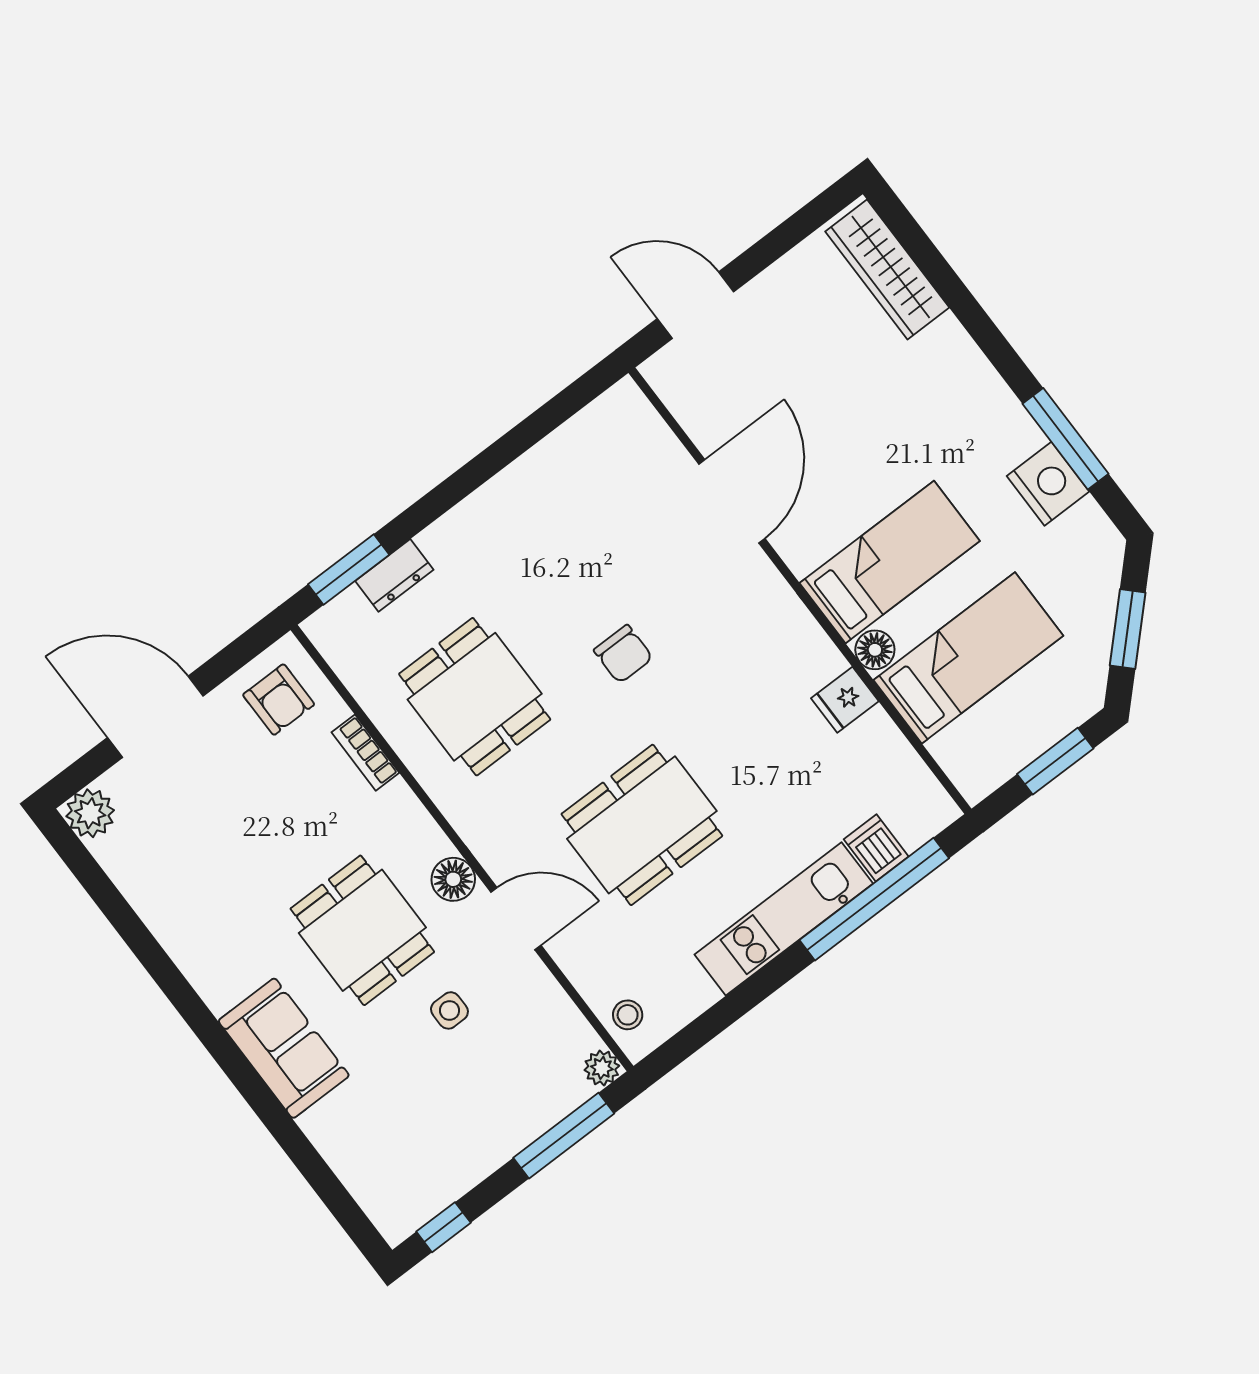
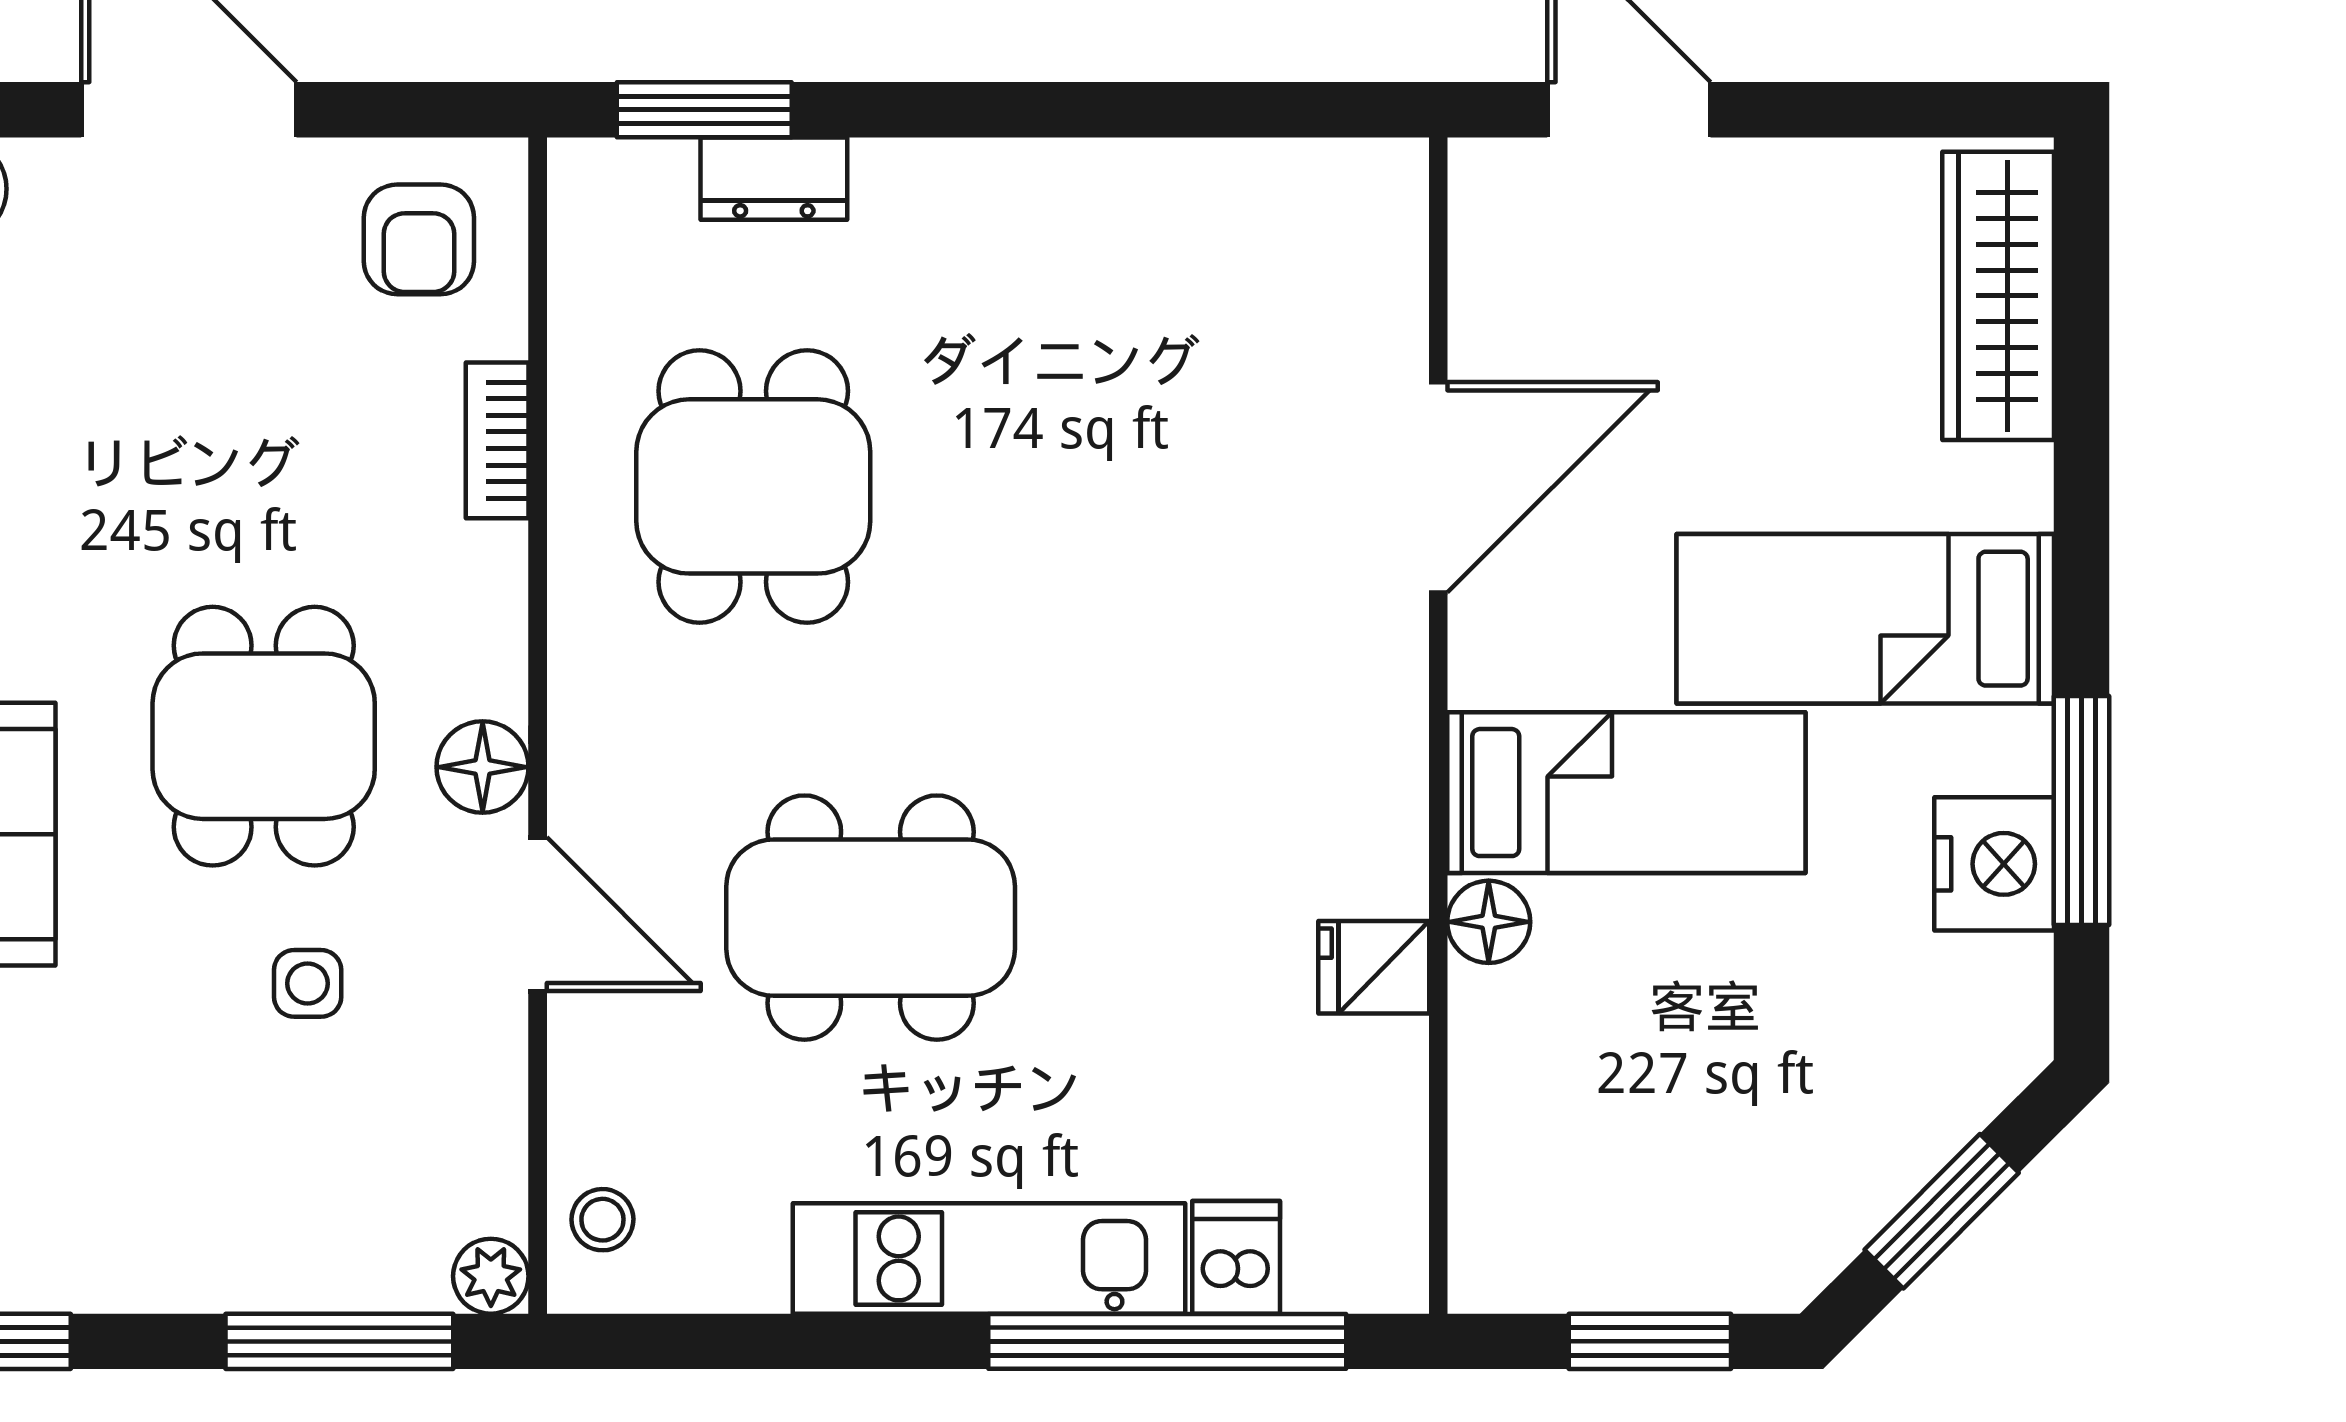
chair: (623, 654) -> (1059, 606), removed
bed: (968, 658) -> (1865, 619), moved, turned 180

